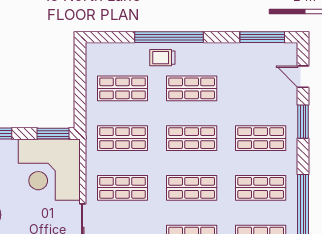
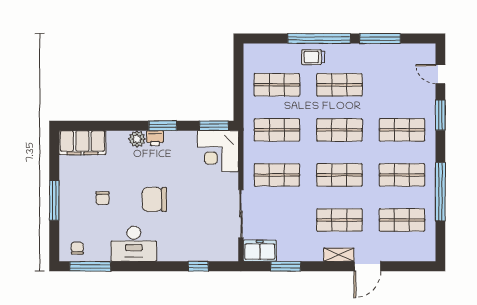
window: (262, 37) -> (380, 38), moved
corner desk: (49, 170) -> (218, 151), width x0.74, depth x0.74

